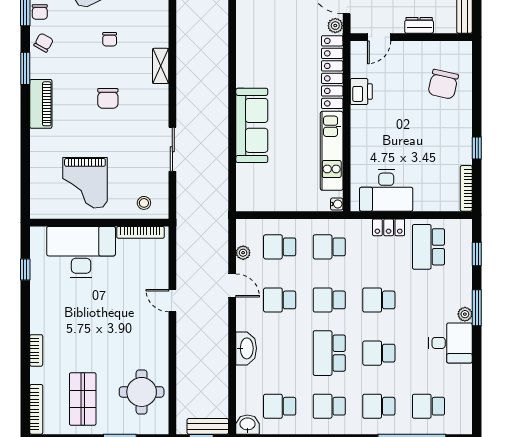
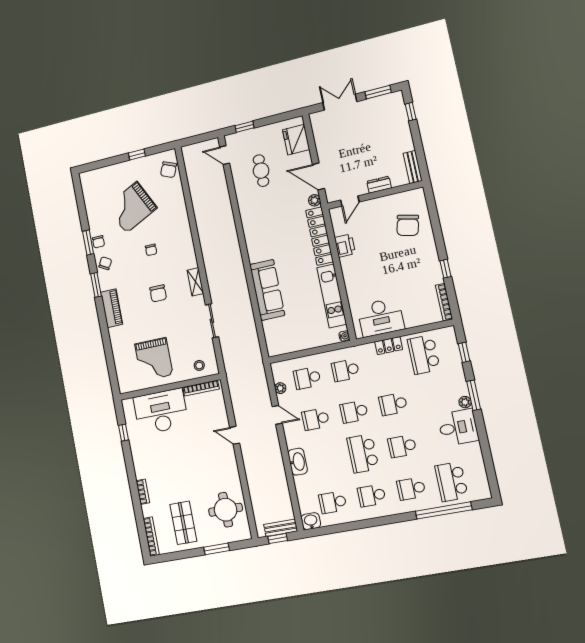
shelving: (161, 66) -> (195, 282), moved
school desk: (428, 406) -> (451, 482), width x1.85

